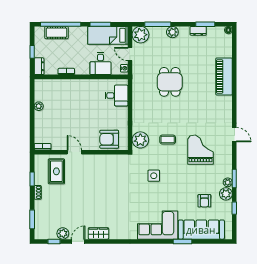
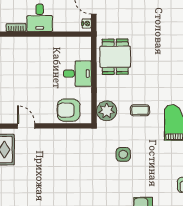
desk: (100, 64) -> (40, 18), moved
dining table: (170, 82) -> (115, 57), moved
desk: (116, 95) -> (77, 74), moved

